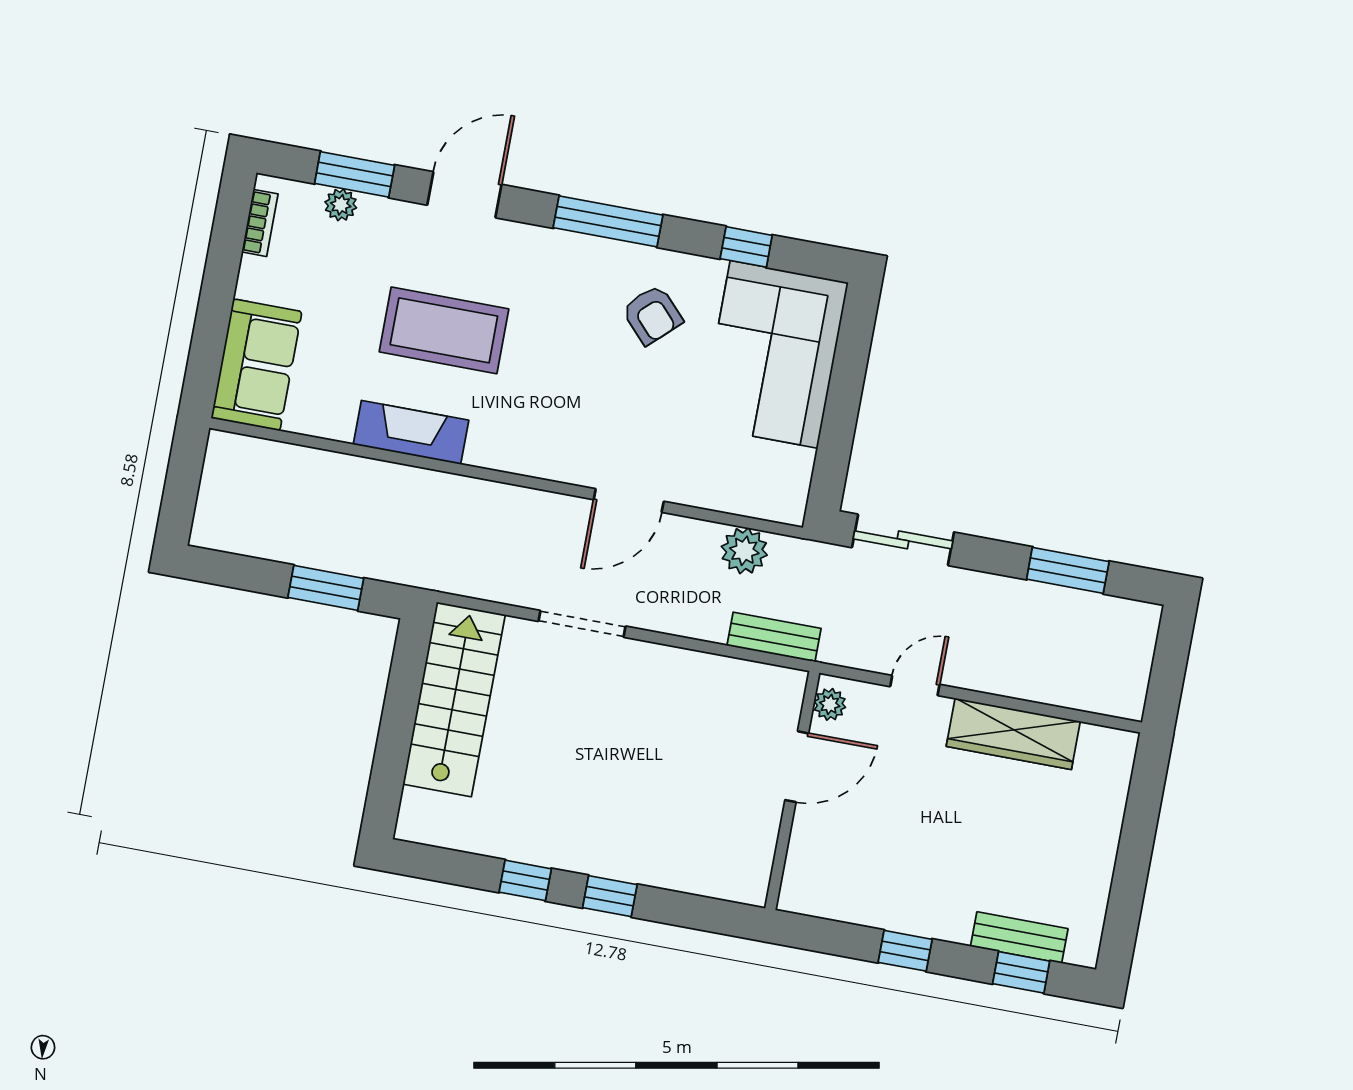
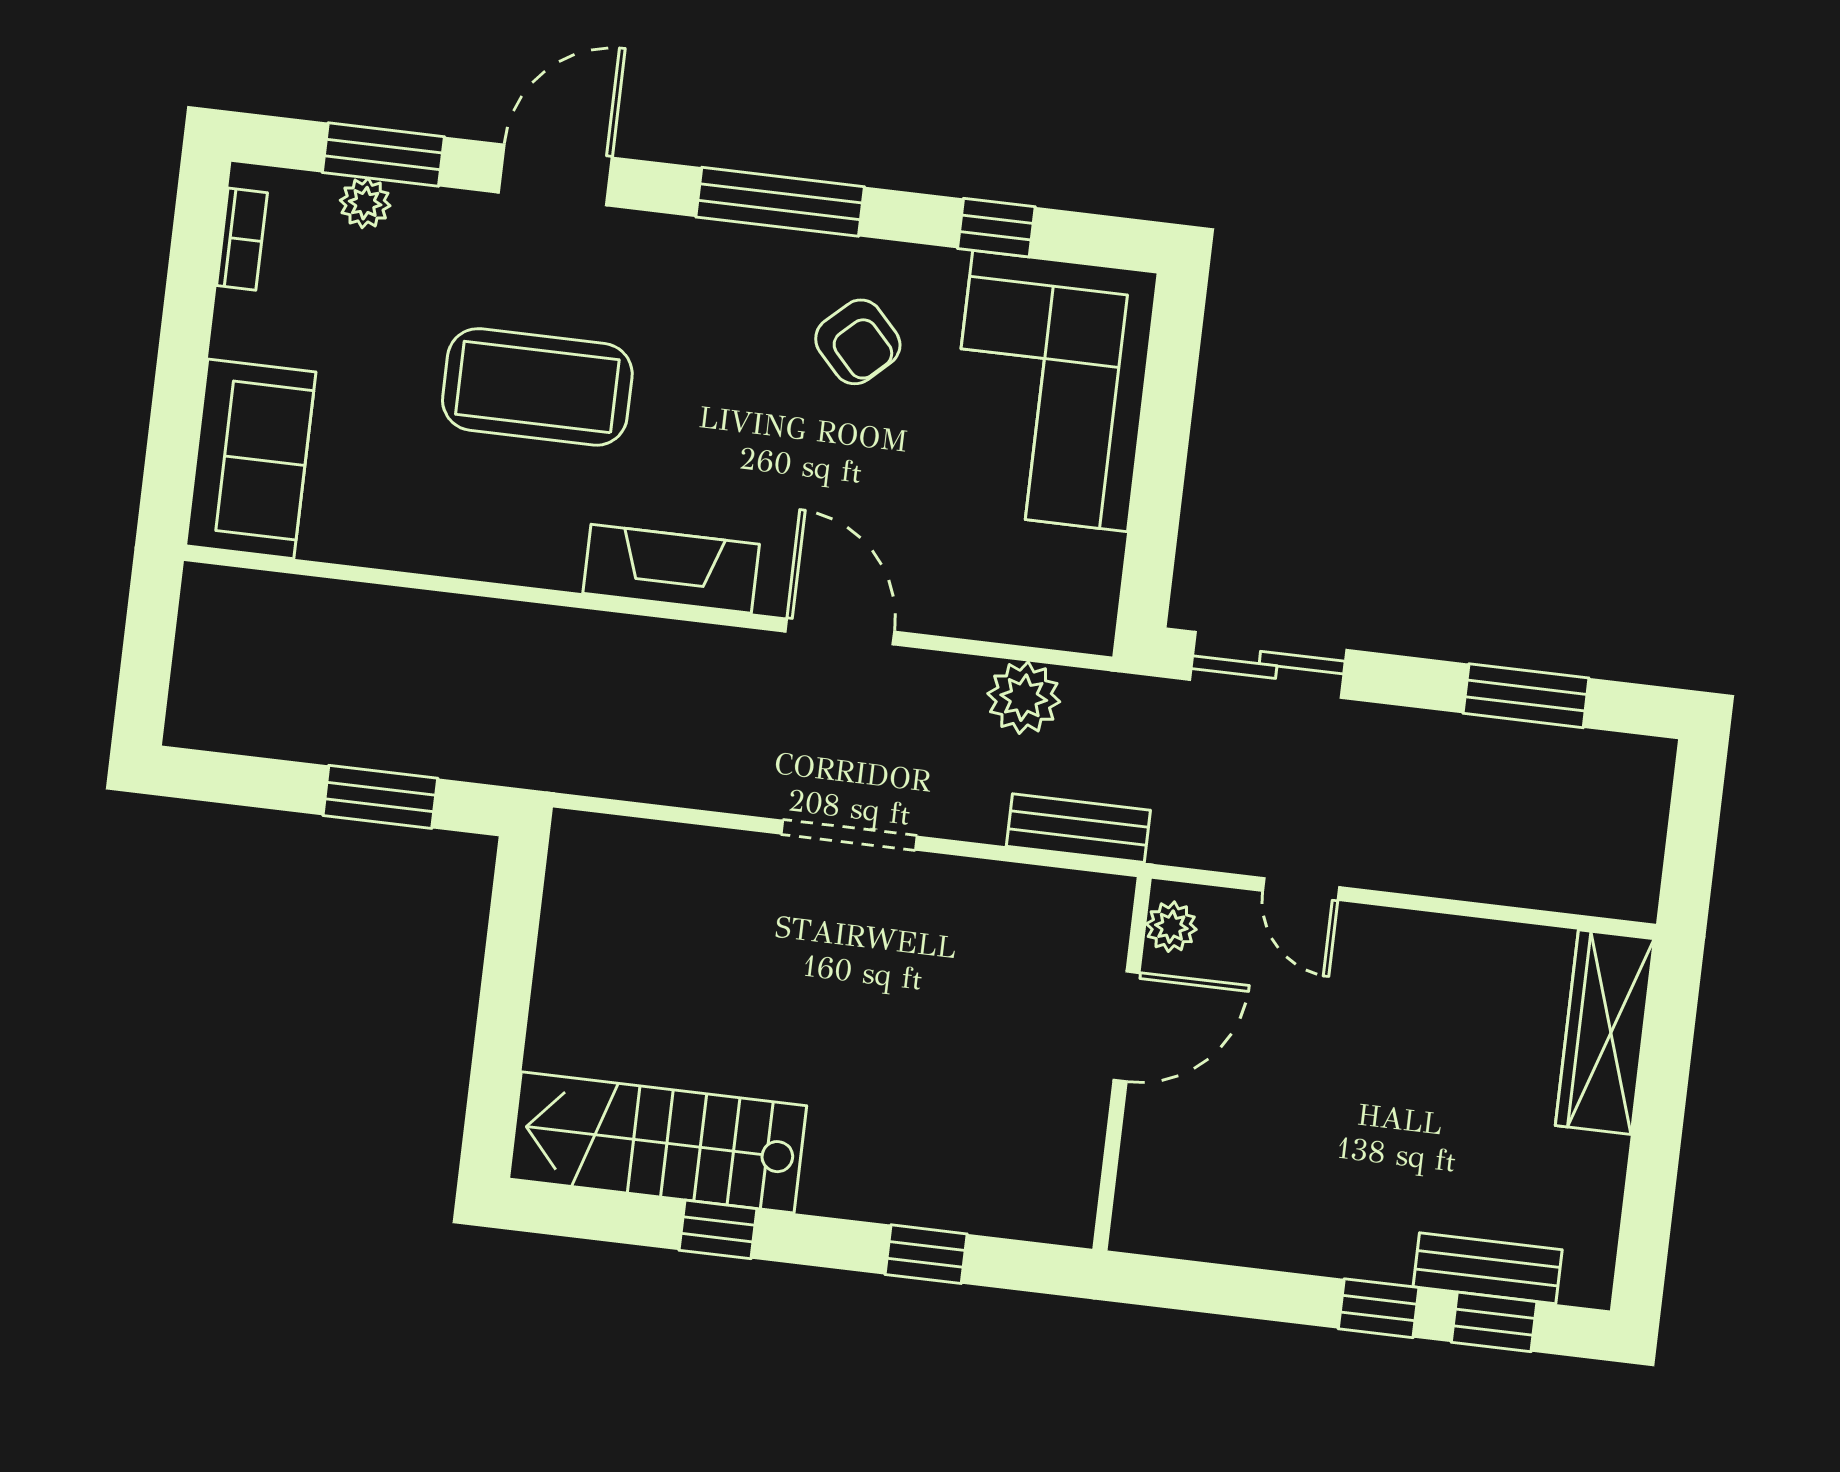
fireplace: (411, 432) -> (671, 569), moved
door: (629, 501) -> (840, 632), swing flipped
doorway: (582, 624) -> (849, 835), moved
door: (915, 685) -> (1301, 889), swing flipped
stairs: (454, 699) -> (658, 1142), moved, turned -90
wardrobe: (1013, 734) -> (1605, 1032), moved, turned 90
window: (610, 896) -> (926, 1254), moved
window: (905, 951) -> (1379, 1308), moved

